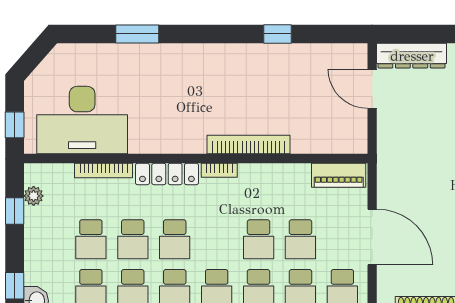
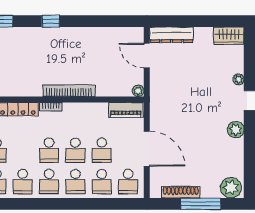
window: (277, 34) -> (51, 21), moved
plant: (358, 145) -> (138, 91), added
school desk: (175, 239) -> (49, 150), moved

